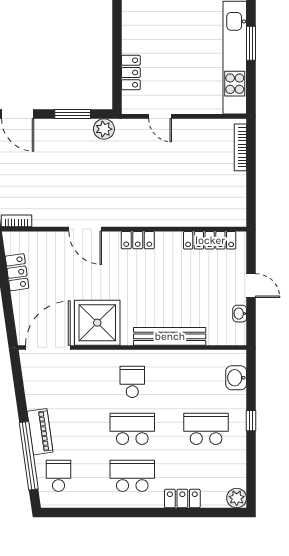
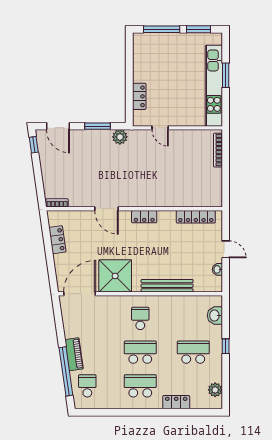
plant: (237, 498) -> (215, 390), moved

